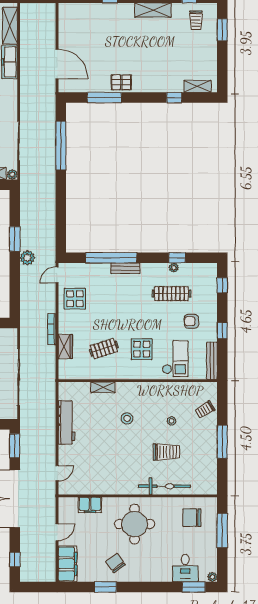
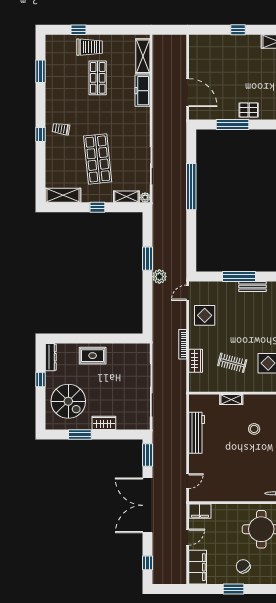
window: (61, 146) -> (191, 187), moved
window: (111, 258) -> (239, 276), width x0.68
clothes rail: (104, 349) -> (232, 363), turned 33
filing cabinet: (90, 505) -> (200, 511), moved

